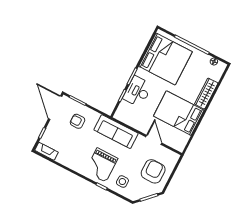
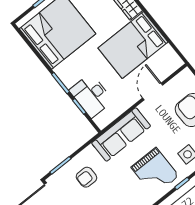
desk: (138, 91) -> (91, 96), moved
door: (154, 140) -> (153, 92), hinge flipped

